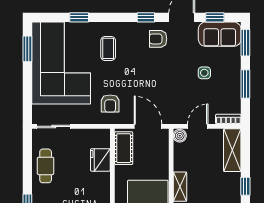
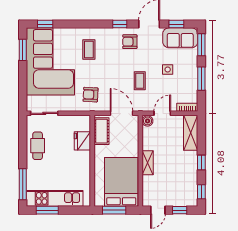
window: (79, 17) -> (45, 24), moved
coffee table: (170, 87) -> (140, 81), added
armchair: (110, 104) -> (91, 95), turned 93

